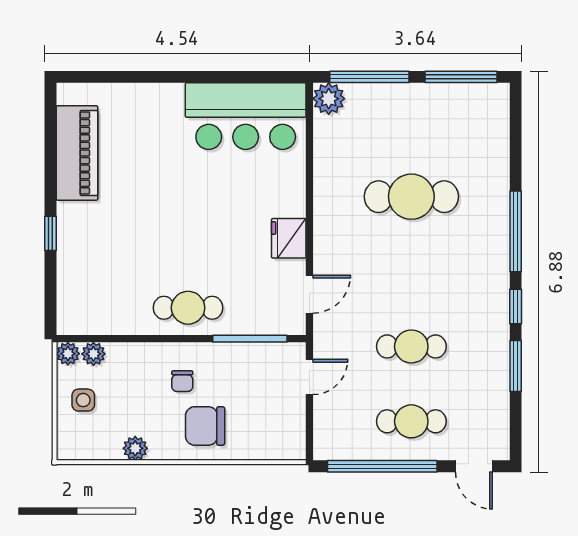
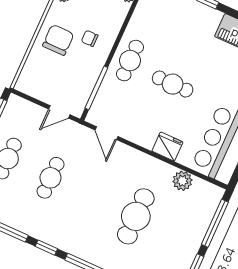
plant: (329, 99) -> (182, 181), moved
cafe table: (194, 230) -> (173, 84), added
fridge: (289, 238) -> (167, 147), moved
door: (309, 377) -> (59, 112), hinge flipped

